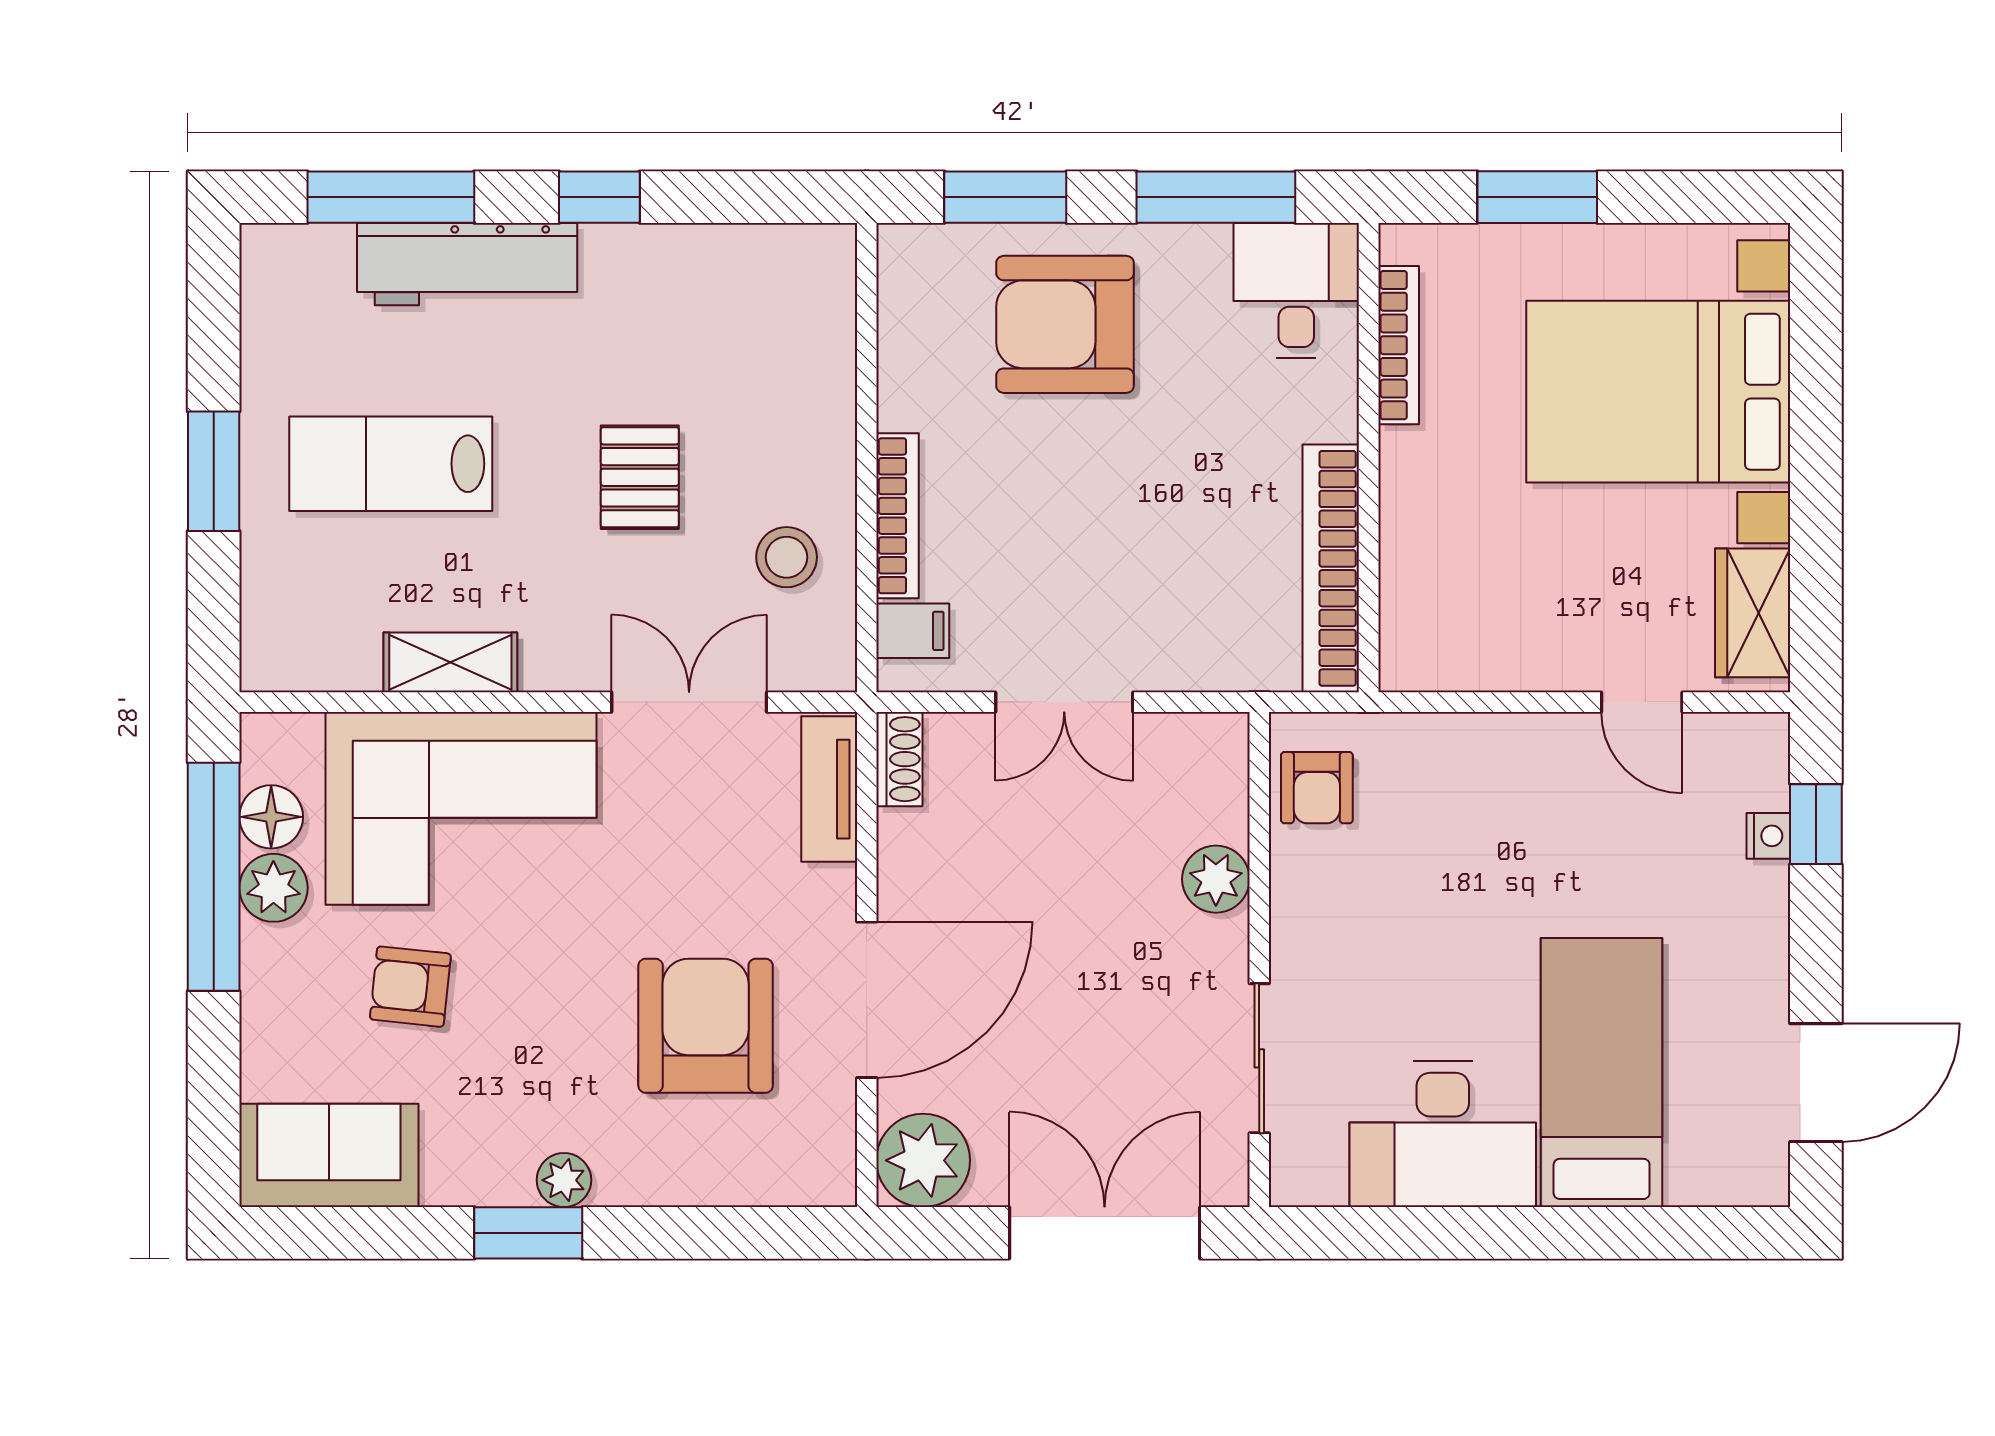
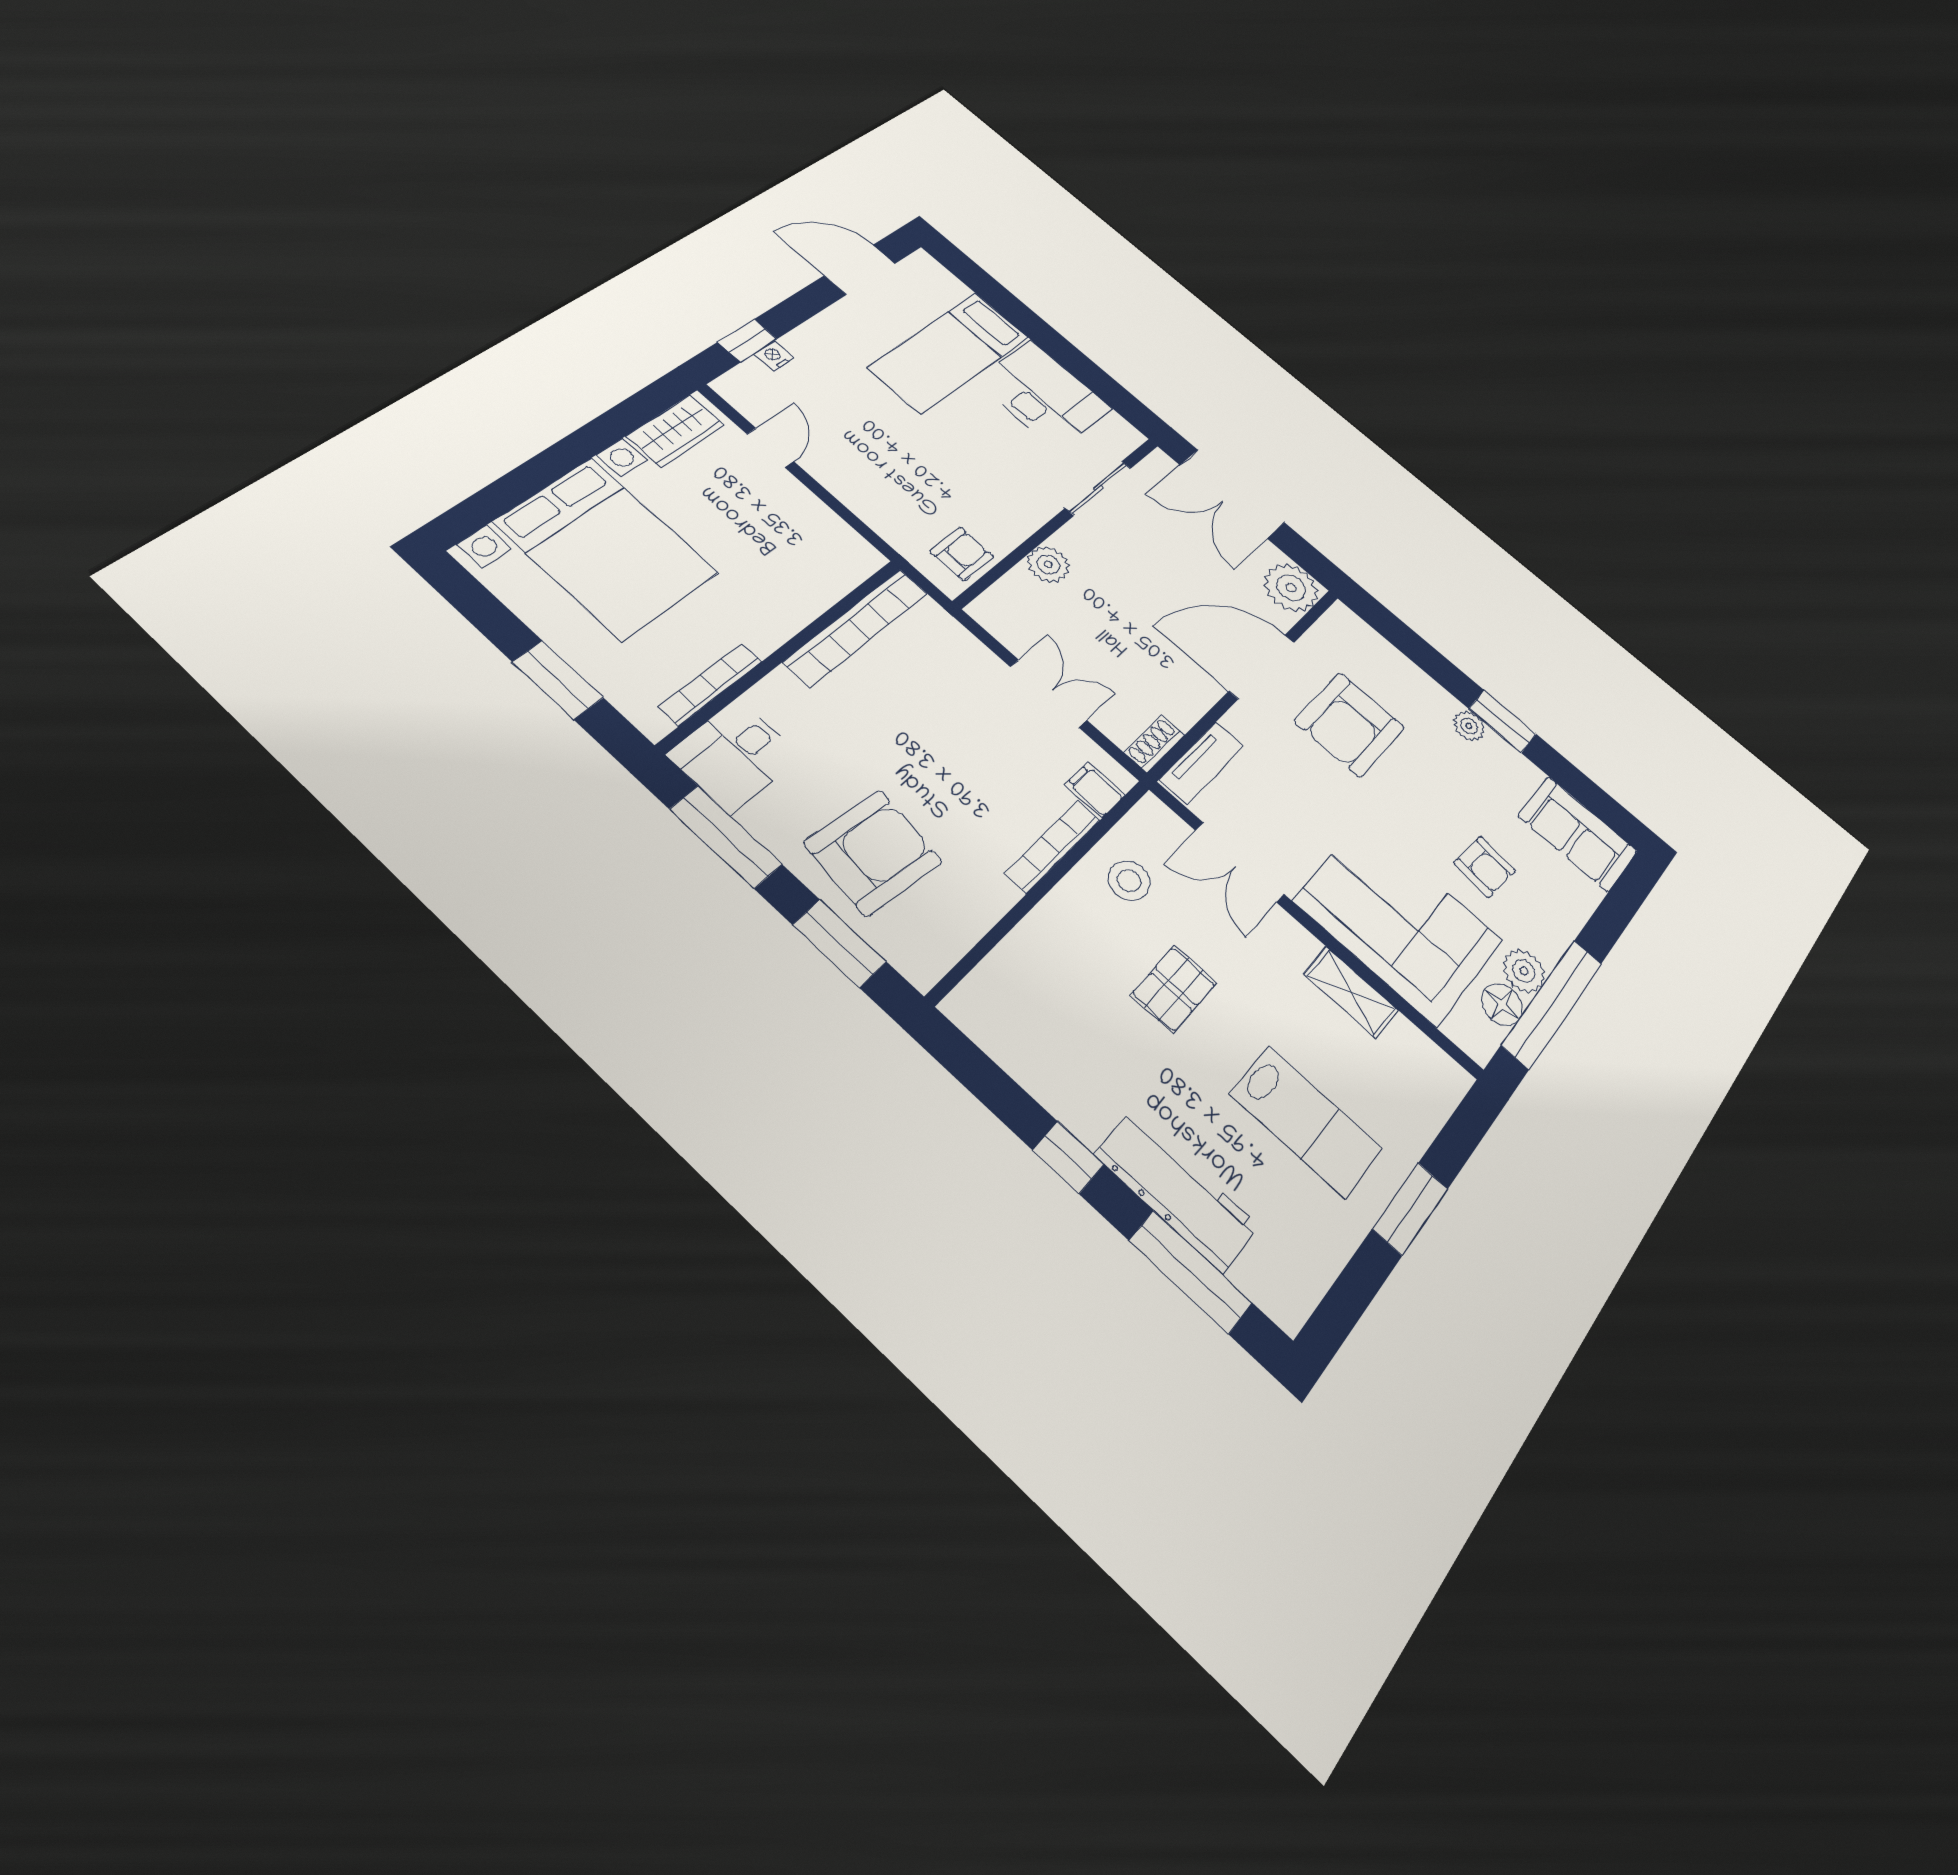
armchair: (1065, 324) -> (873, 852), turned -83

